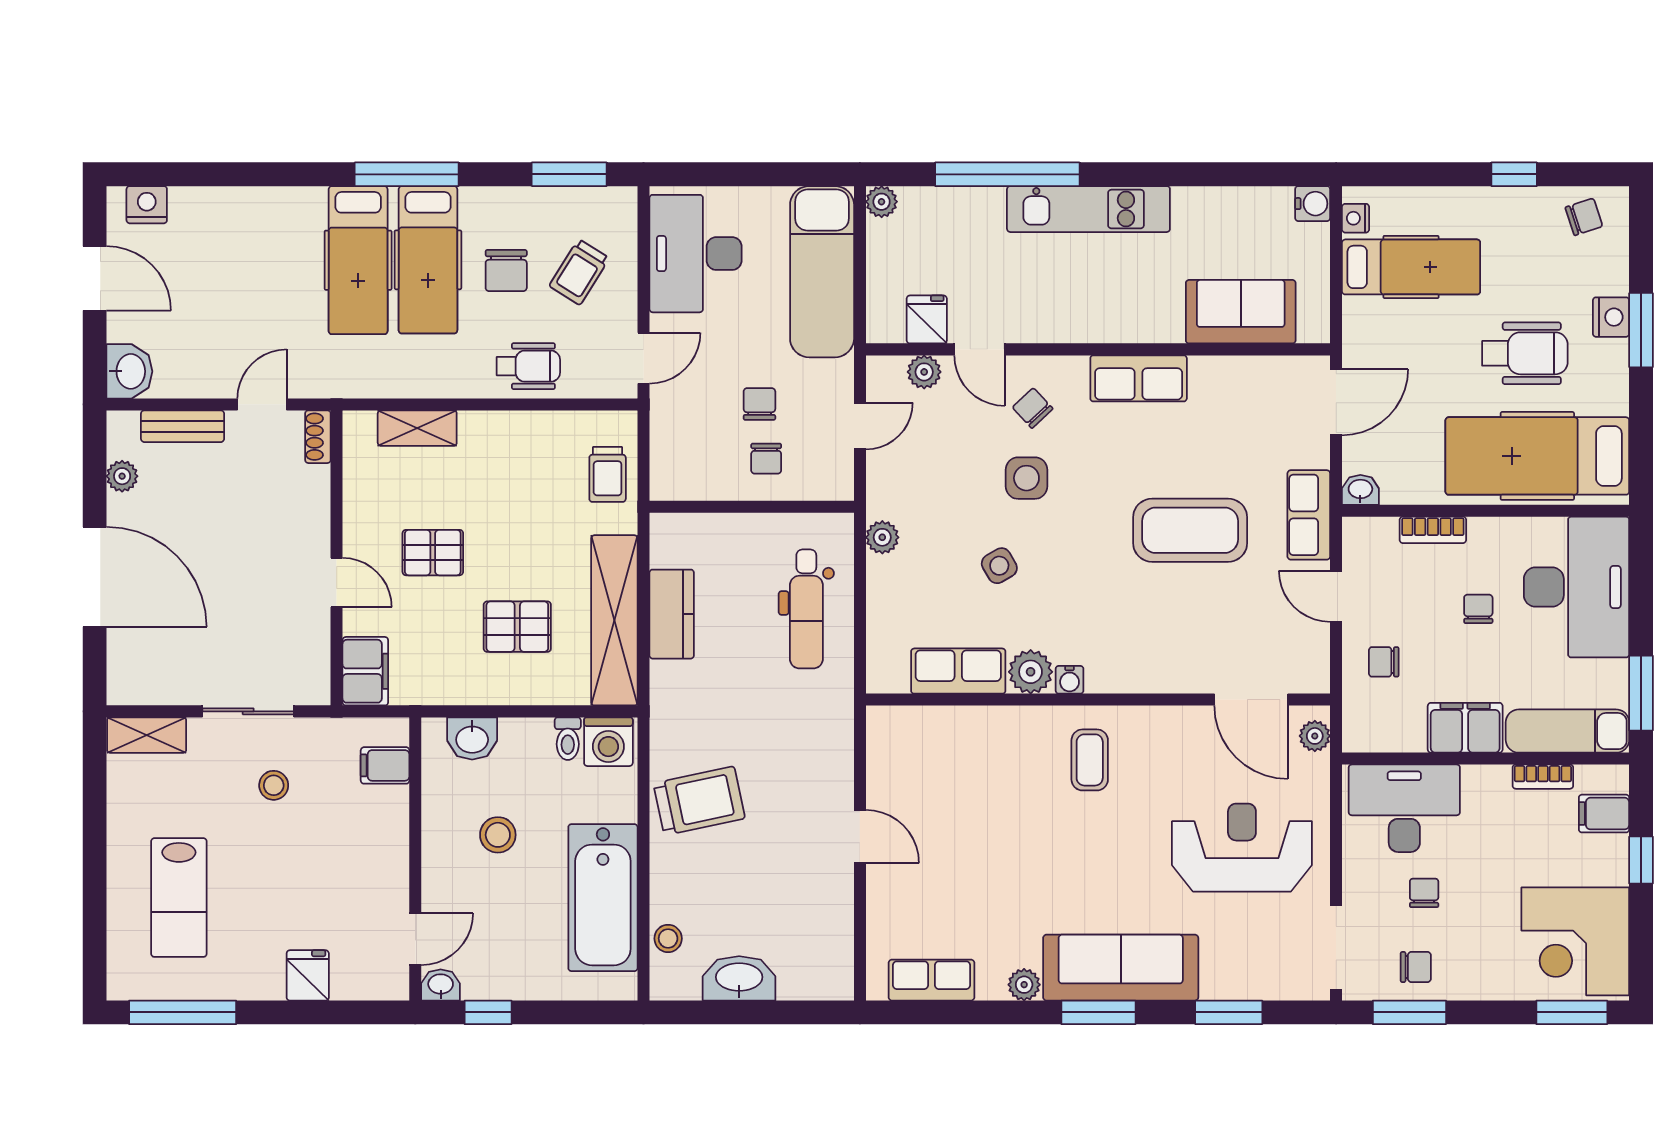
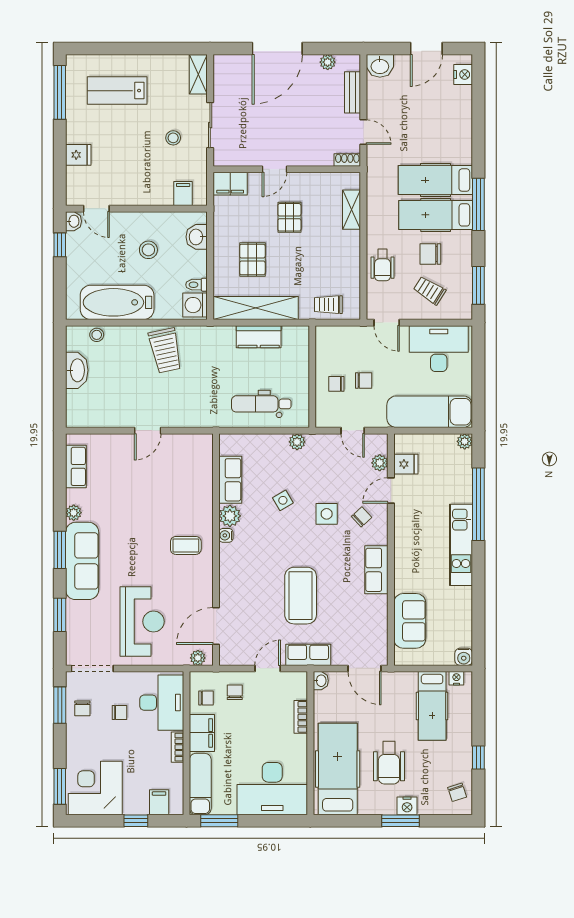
chair: (1478, 609) -> (206, 698), moved
bookcase: (1543, 777) -> (177, 747), moved

